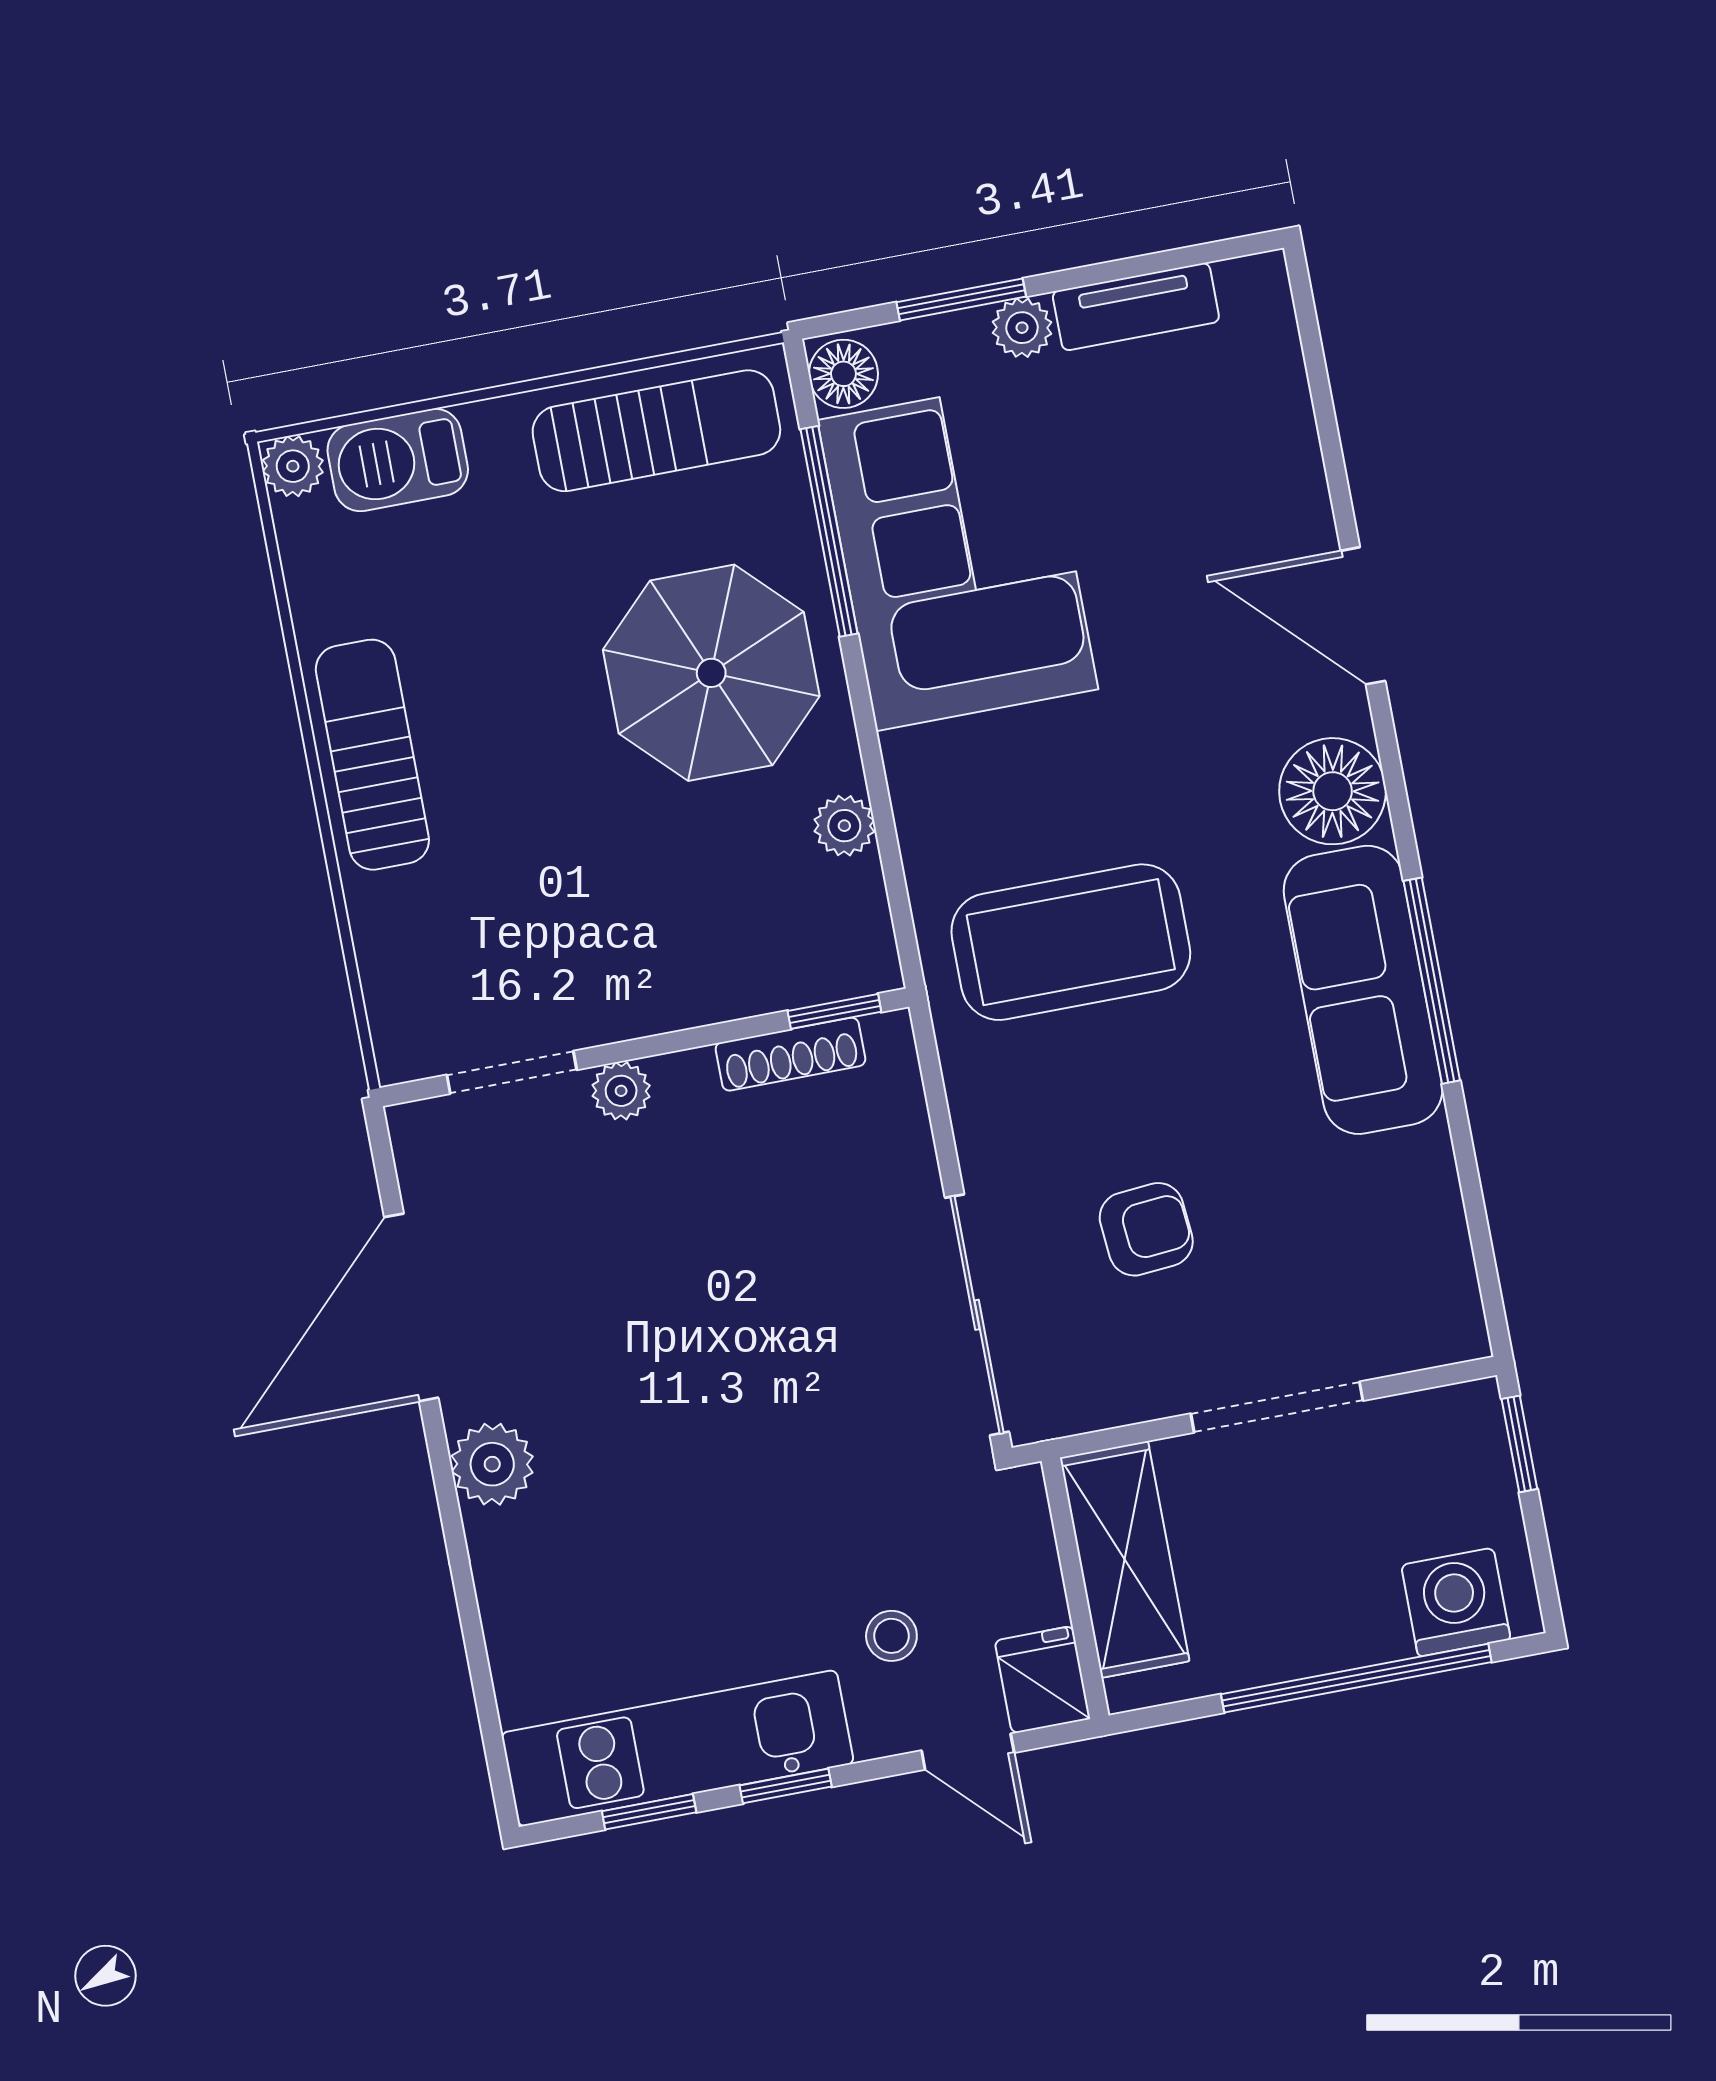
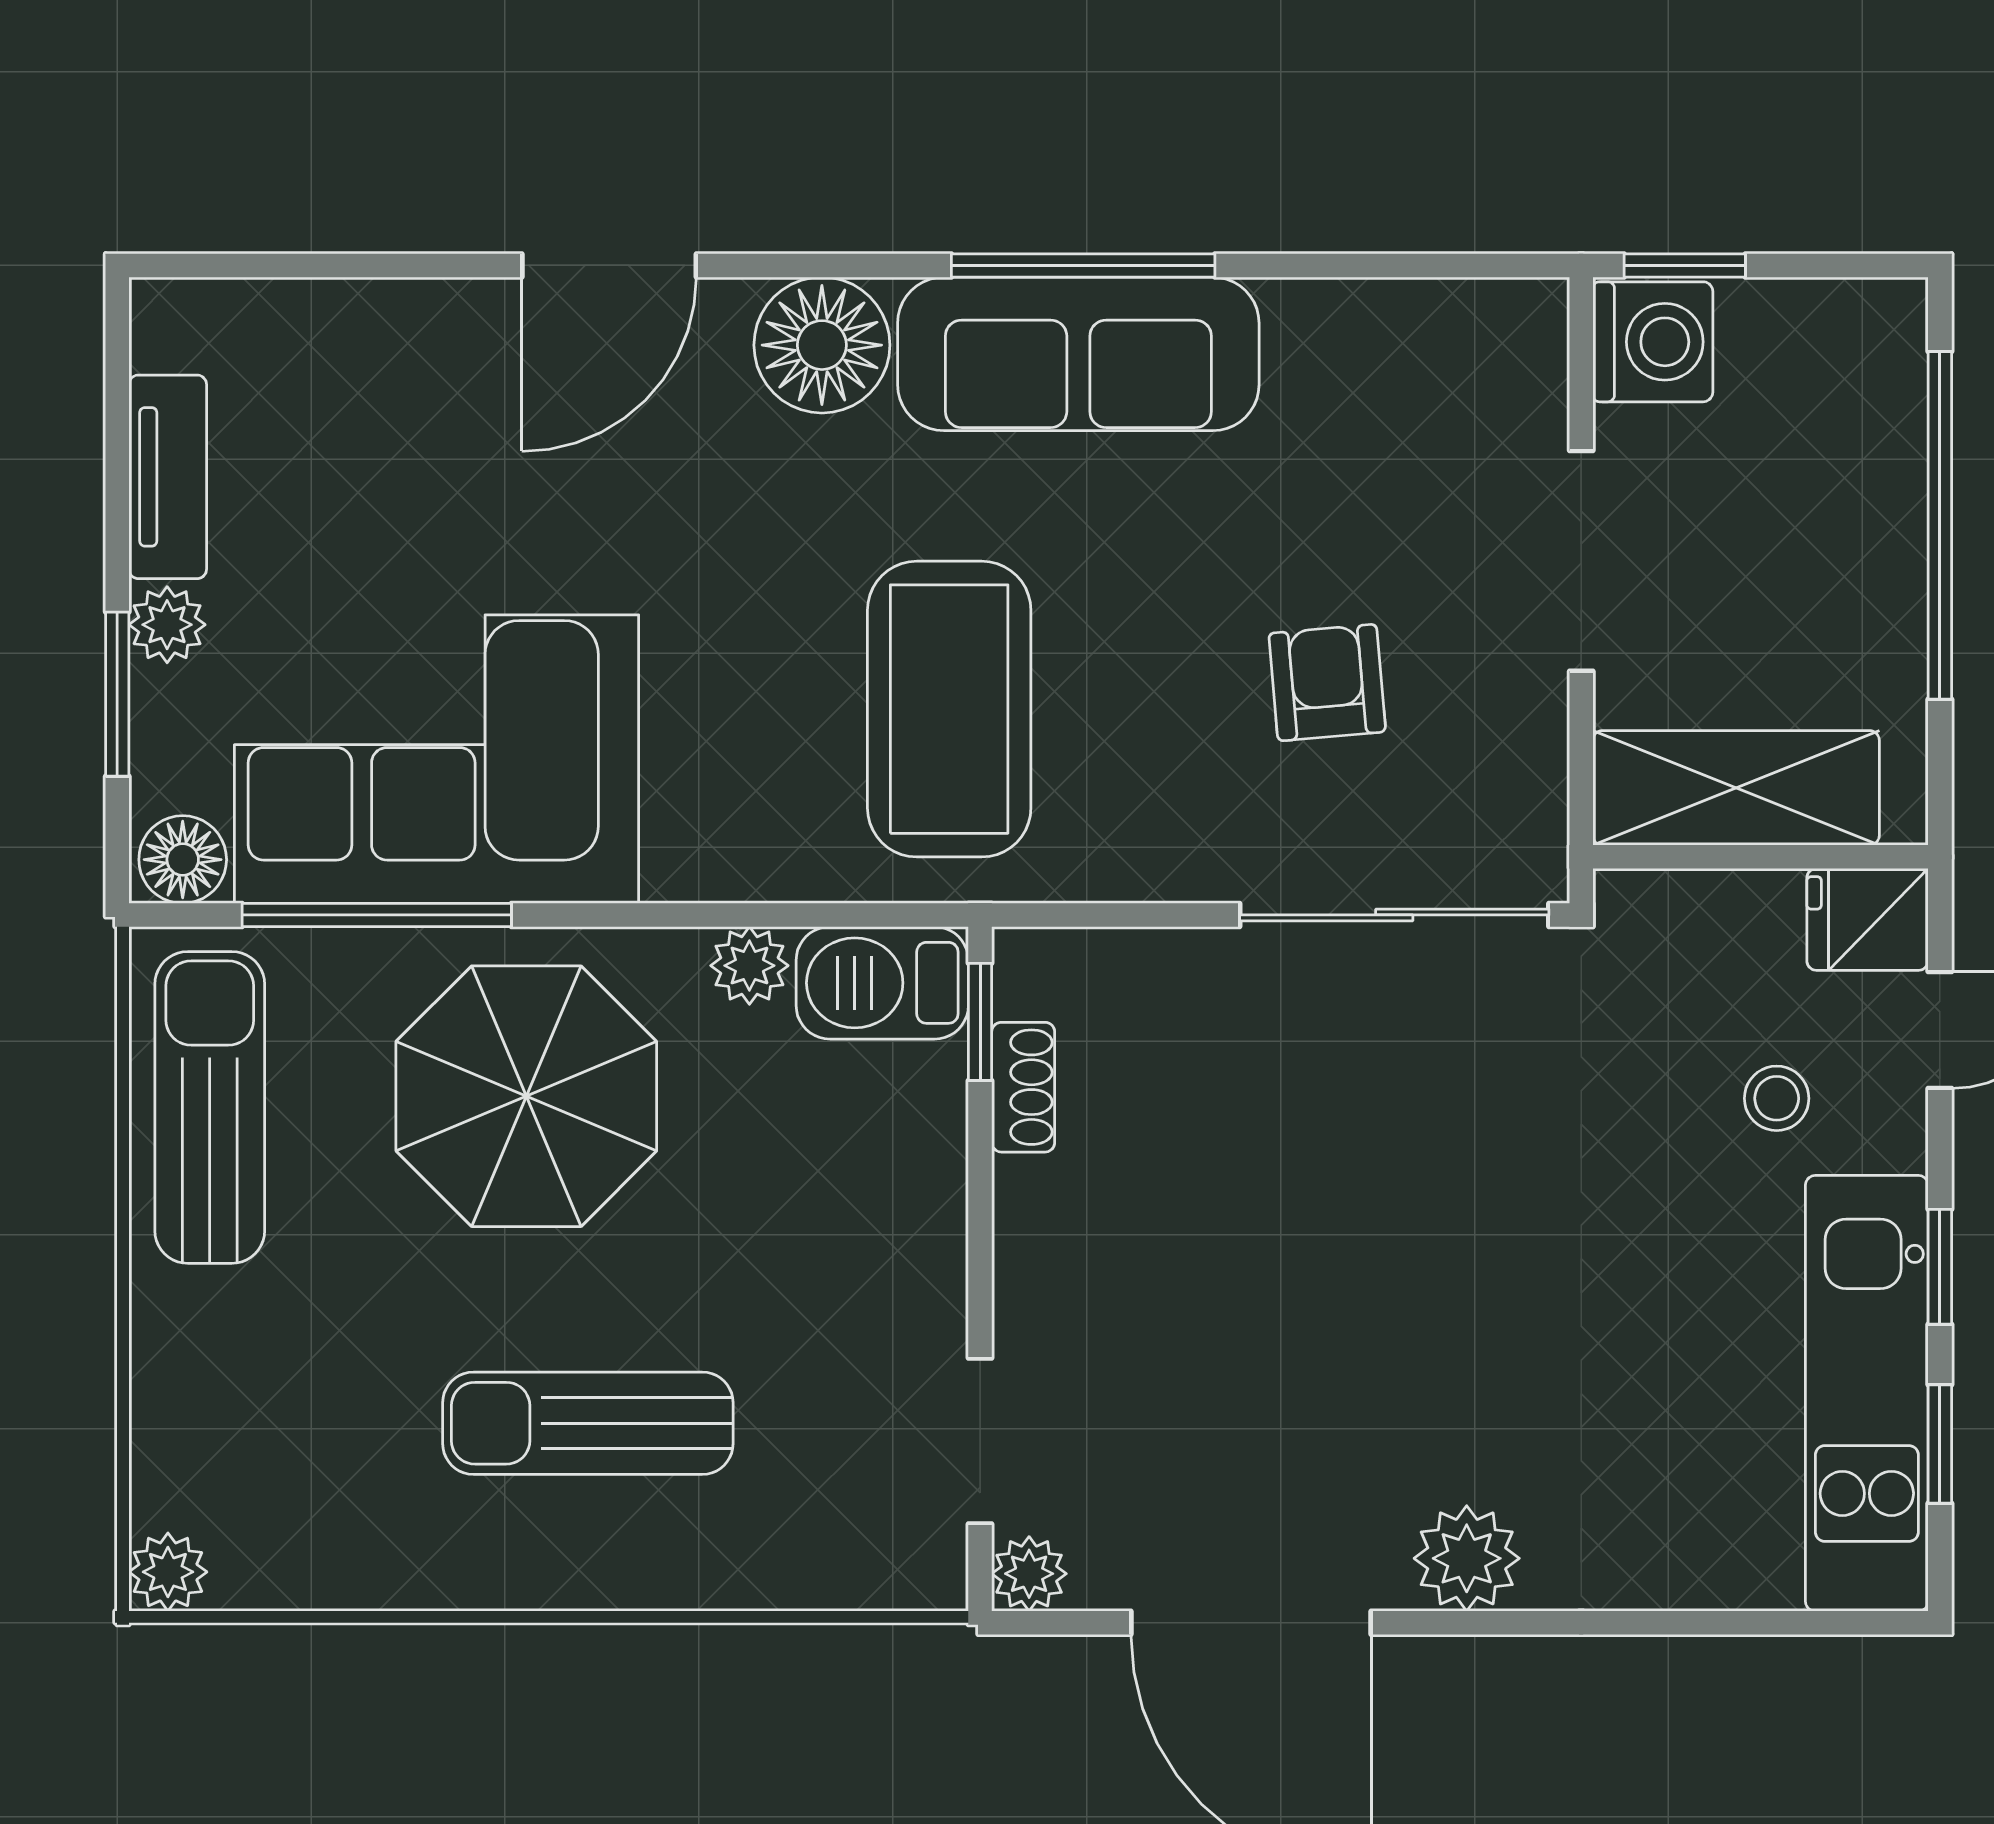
barbecue: (398, 460) -> (882, 983), moved, turned 90
sun lounger: (372, 755) -> (588, 1423), moved
shoe rack: (790, 1054) -> (1023, 1087), width x0.70
plant: (621, 1091) -> (1029, 1574), moved
washing machine: (1456, 1602) -> (1653, 342), moved, turned 180

